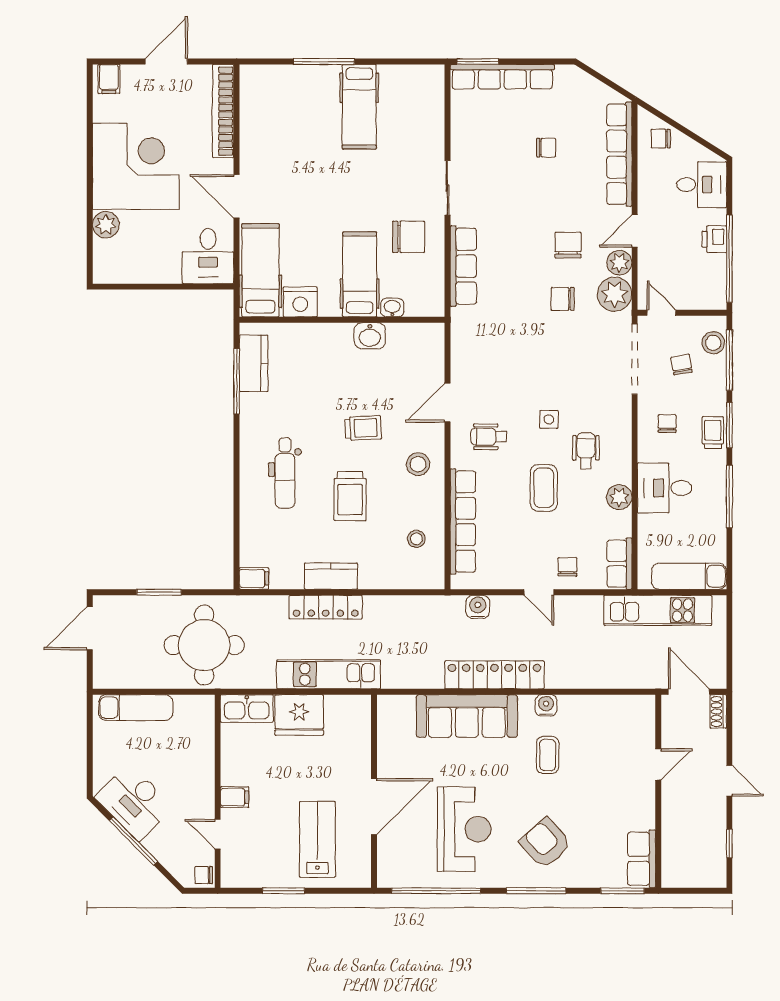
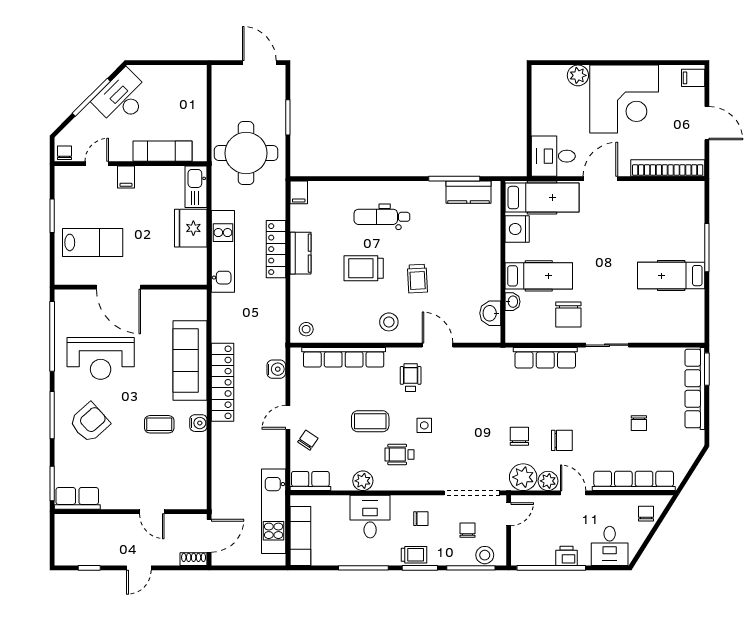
washbasin: (370, 336) -> (490, 313), moved
chair: (682, 365) -> (467, 530), turned -80
wheelchair: (586, 451) -> (399, 454), turned 180
stool: (416, 539) -> (306, 329), moved
chair: (568, 567) -> (308, 440), turned -56
exam couch: (136, 708) -> (163, 151), moved, turned 90

